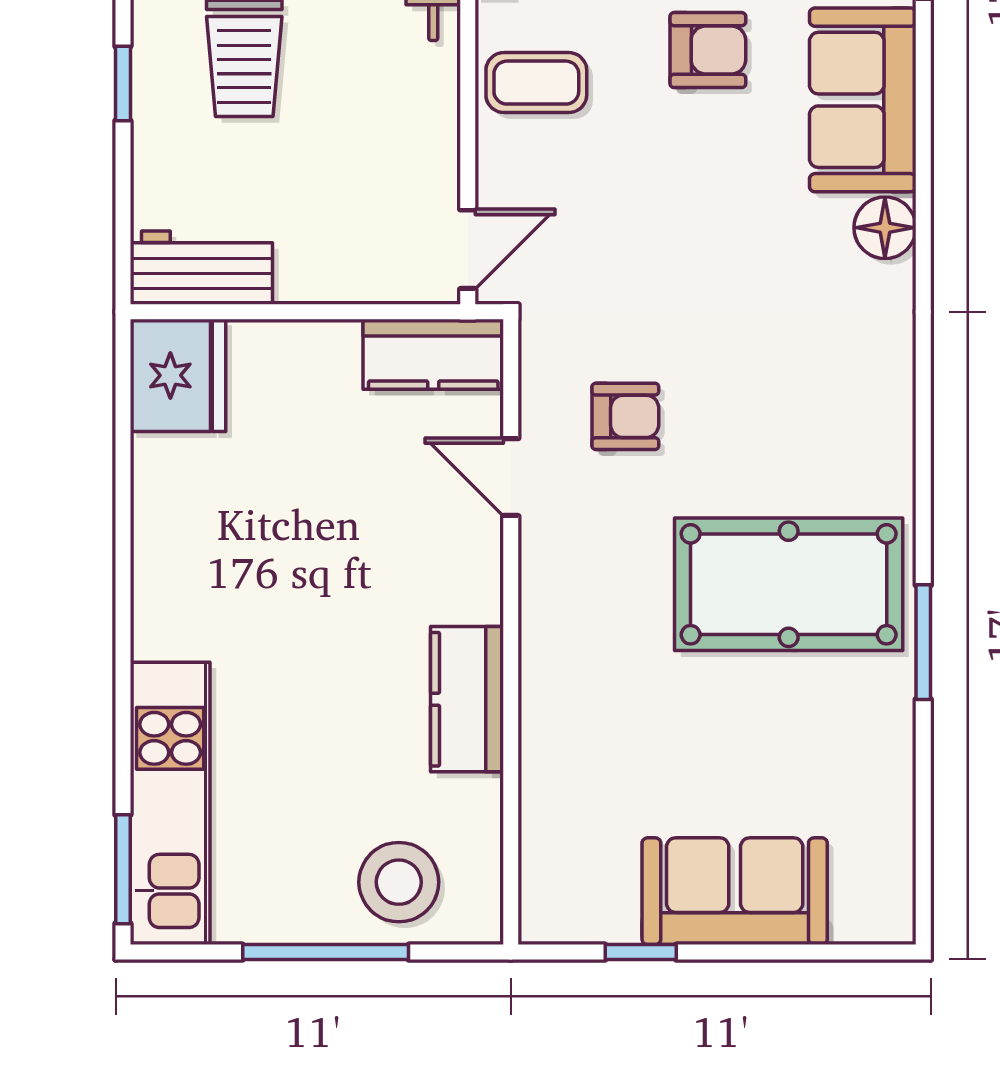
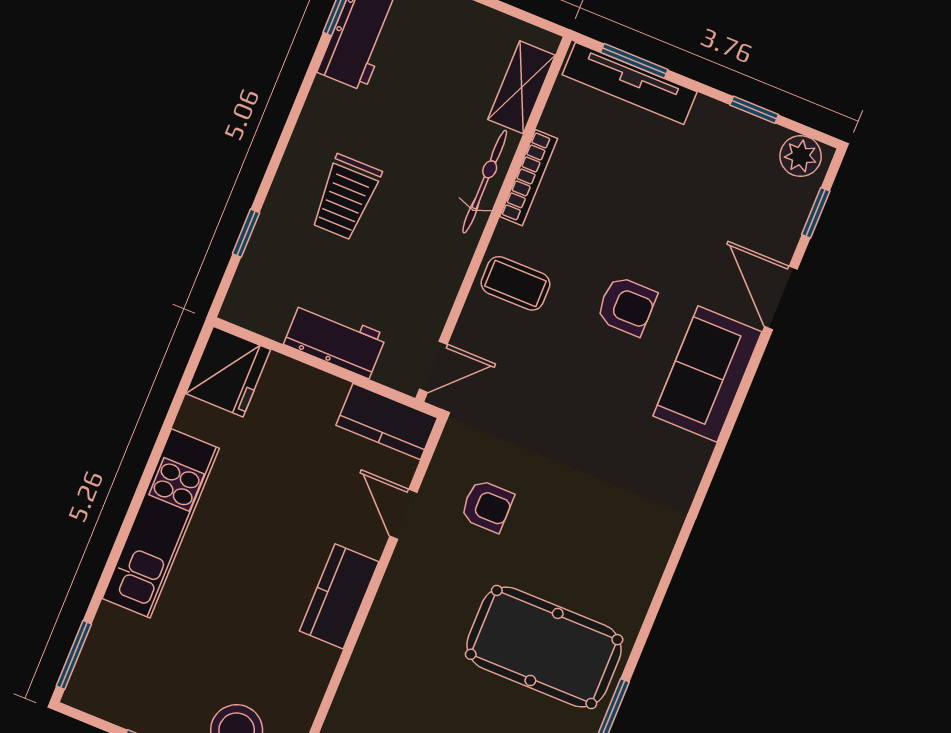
window: (123, 83) -> (246, 233), moved
floor lamp: (885, 228) -> (689, 456), removed
workbench: (201, 268) -> (335, 340), moved
kitchen counter: (467, 699) -> (339, 596), moved
kitchen unit: (170, 803) -> (161, 523), moved

